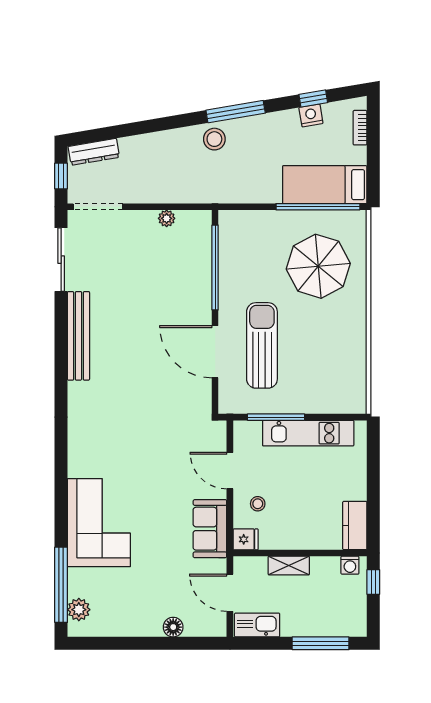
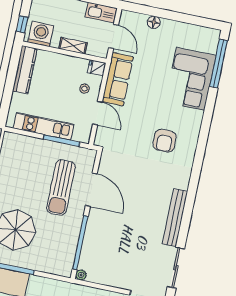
plant: (167, 218) -> (81, 275), moved
armchair: (119, 450) -> (165, 141), added
corner sofa: (99, 523) -> (191, 79), moved
kitchen counter: (355, 525) -> (25, 70), width x1.50
sofa: (210, 529) -> (118, 79), width x1.36
washing machine: (350, 565) -> (41, 34), width x1.89, depth x1.89
plant: (79, 610) -> (211, 46), removed

